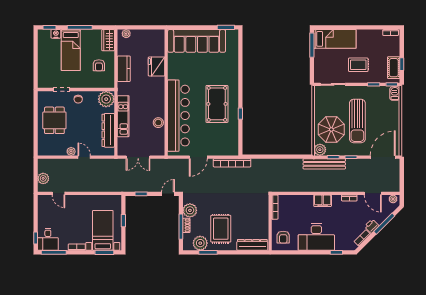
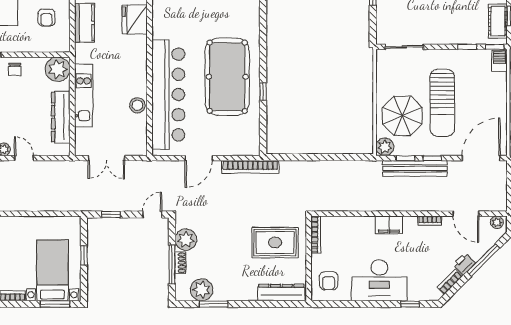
rug: (358, 65) -> (444, 17), removed
pool table: (217, 104) -> (227, 77), width x1.36, depth x1.32
bench: (324, 164) -> (415, 168), moved
rug: (221, 229) -> (275, 243), moved, turned 90

